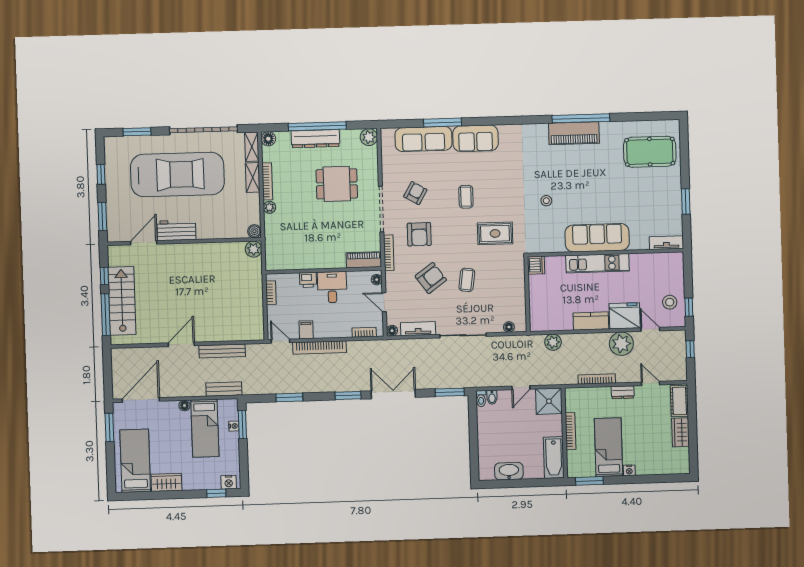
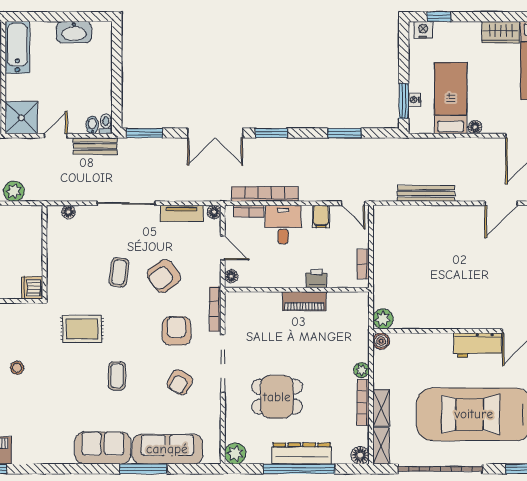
piano: (364, 260) -> (304, 301), moved
desk: (332, 287) -> (283, 225), moved, turned 180
door: (181, 344) -> (501, 203), moved
bookcase: (319, 347) -> (265, 194), moved
bench: (224, 389) -> (95, 146), moved

